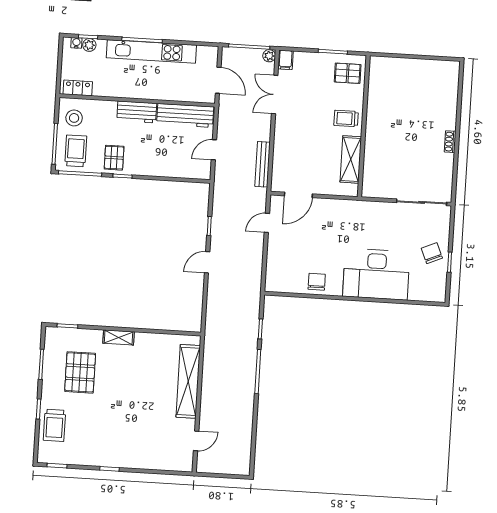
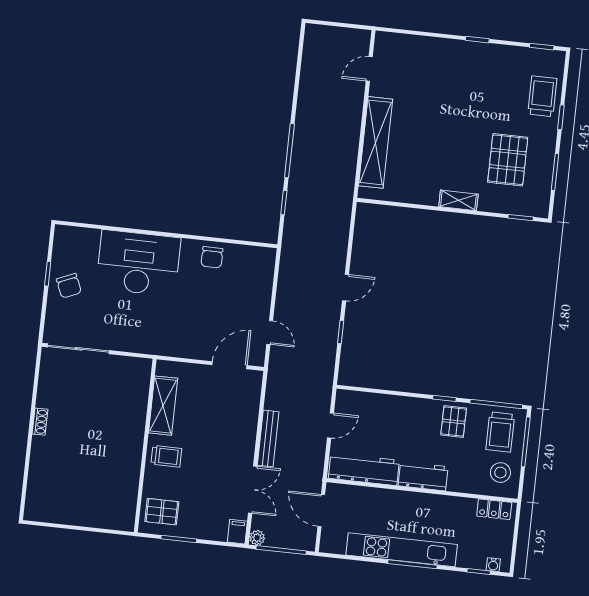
plant: (89, 45) -> (477, 561), removed
bench: (263, 164) -> (268, 438), moved
door: (267, 223) -> (270, 333), hinge flipped

